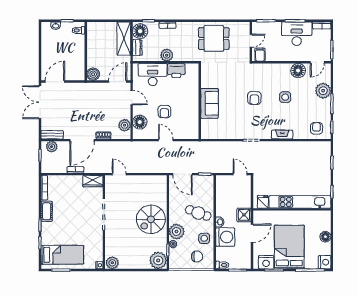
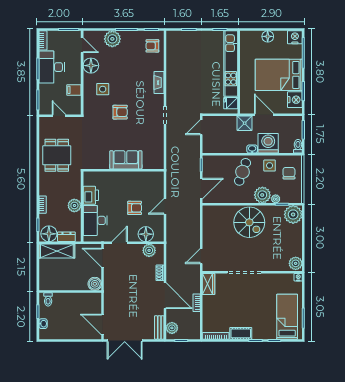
filing cabinet: (260, 55) -> (74, 90), moved
side table: (285, 97) -> (103, 89), moved

